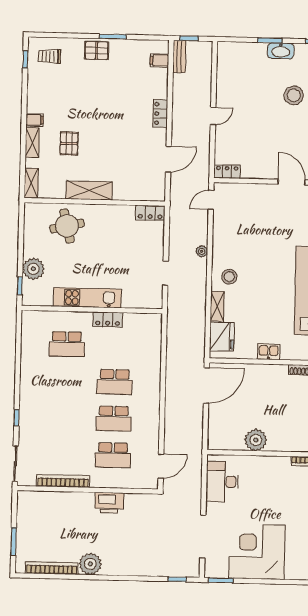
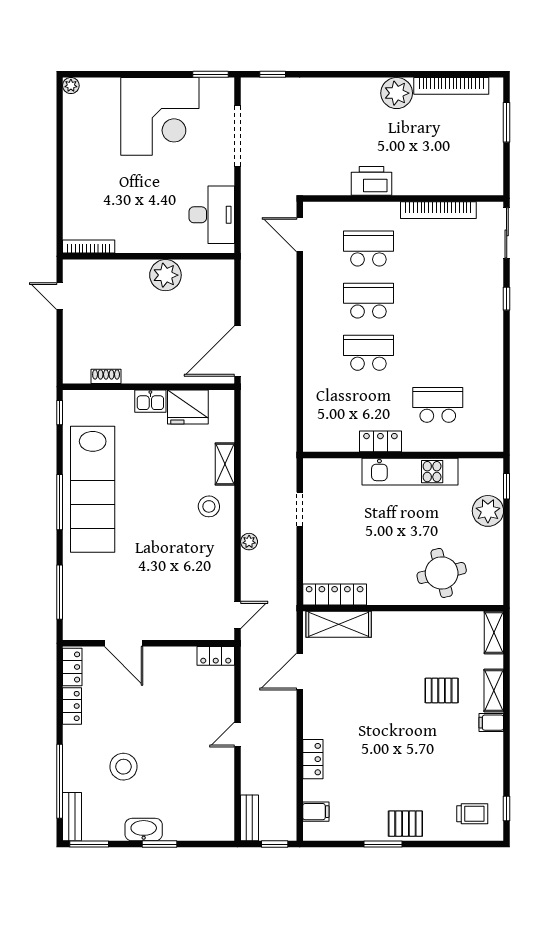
bench: (179, 57) -> (249, 818), moved
locker: (160, 114) -> (313, 759), moved
pallet: (69, 143) -> (442, 690), turned 90
shelving: (89, 190) -> (339, 624), moved
locker: (150, 213) -> (335, 594), width x1.53
fridge: (222, 337) -> (188, 407), moved, turned -90
door: (161, 466) -> (300, 235), hinge flipped

